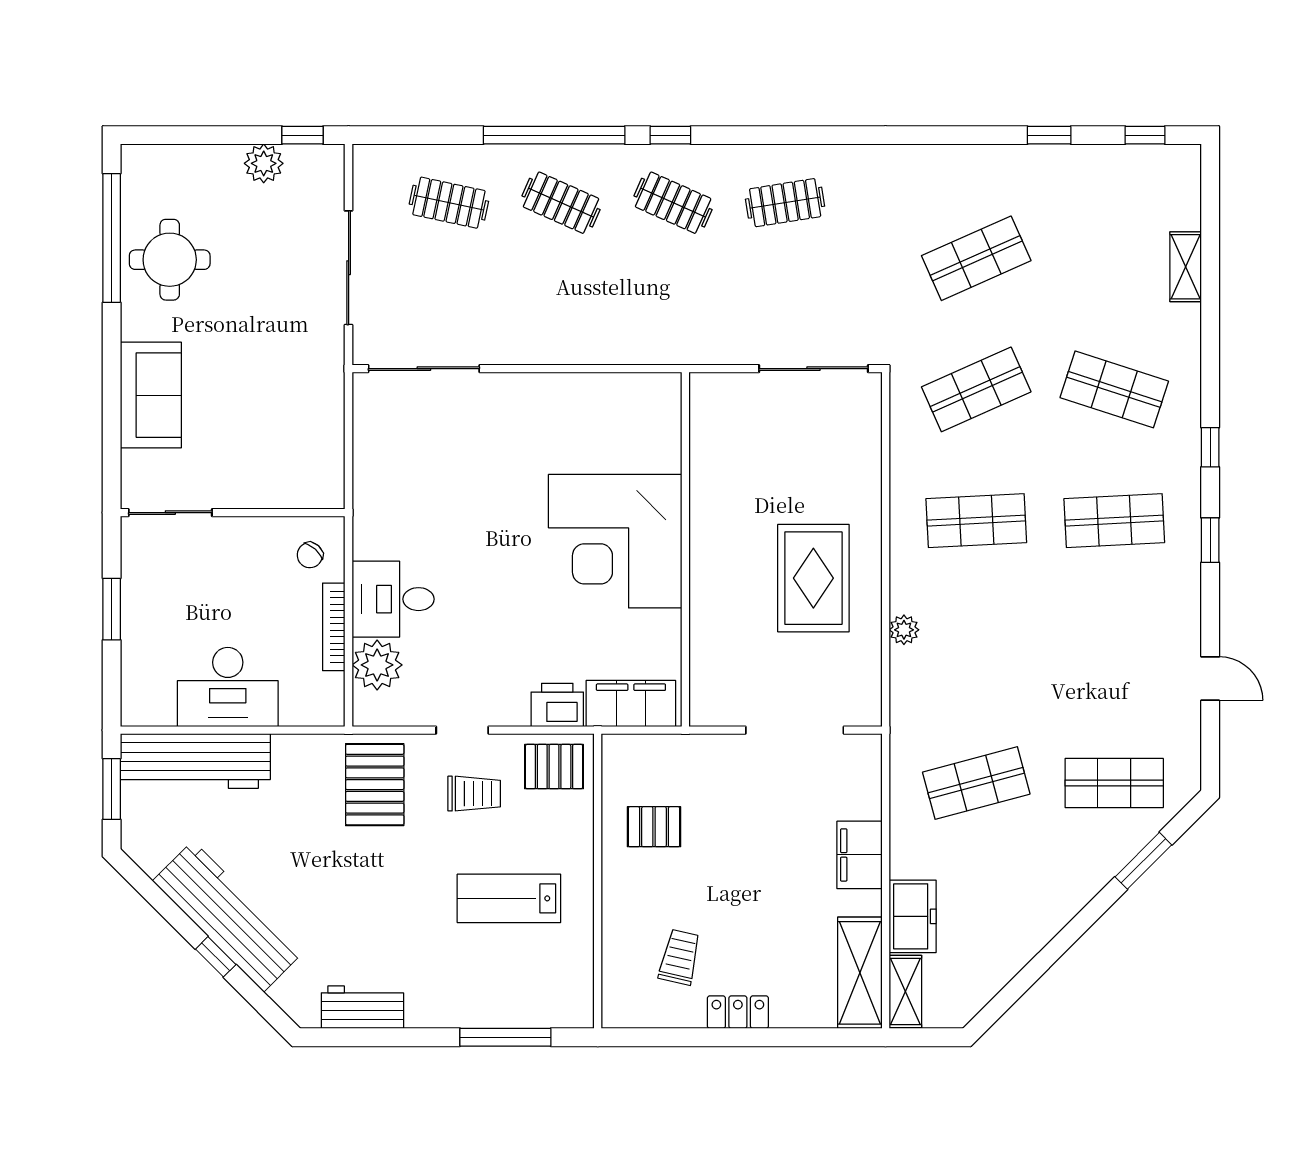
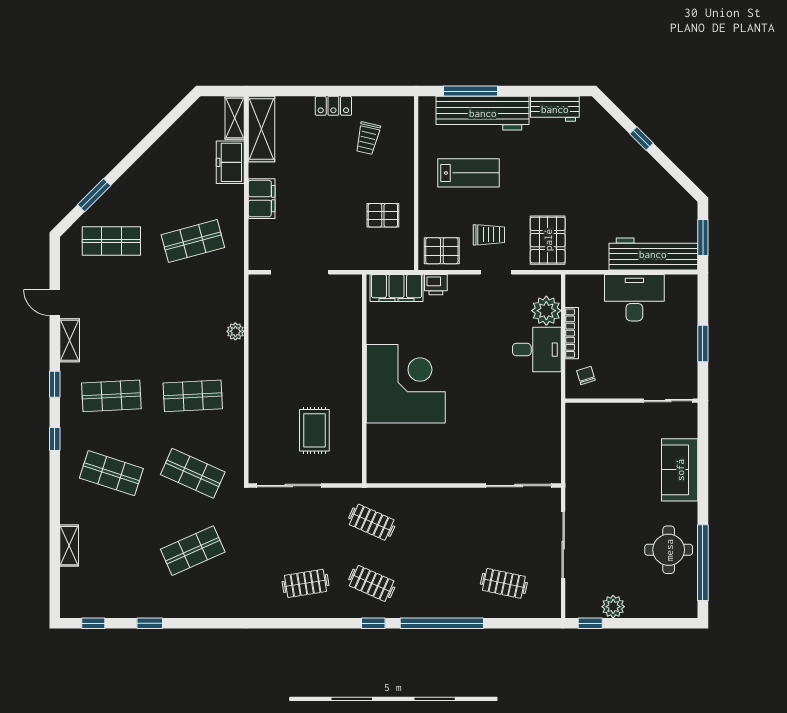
clothes rail: (561, 203) -> (372, 522), moved
shop shelf: (976, 389) -> (193, 473), turned 48
chair: (310, 555) -> (586, 375), turned -59
rug: (813, 578) -> (314, 430), moved, width x0.73, depth x0.70
shelving: (1185, 615) -> (70, 340), added
printer: (557, 705) -> (436, 285), width x0.73, depth x0.81
trolley: (474, 794) -> (489, 235), turned 180
workbench: (228, 916) -> (483, 113), moved, turned -45

